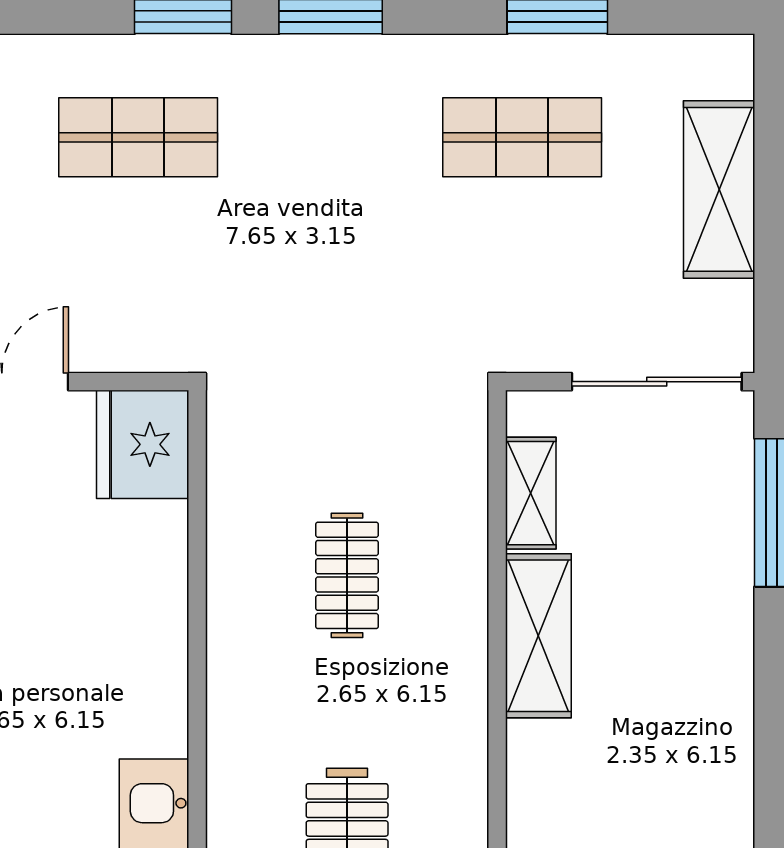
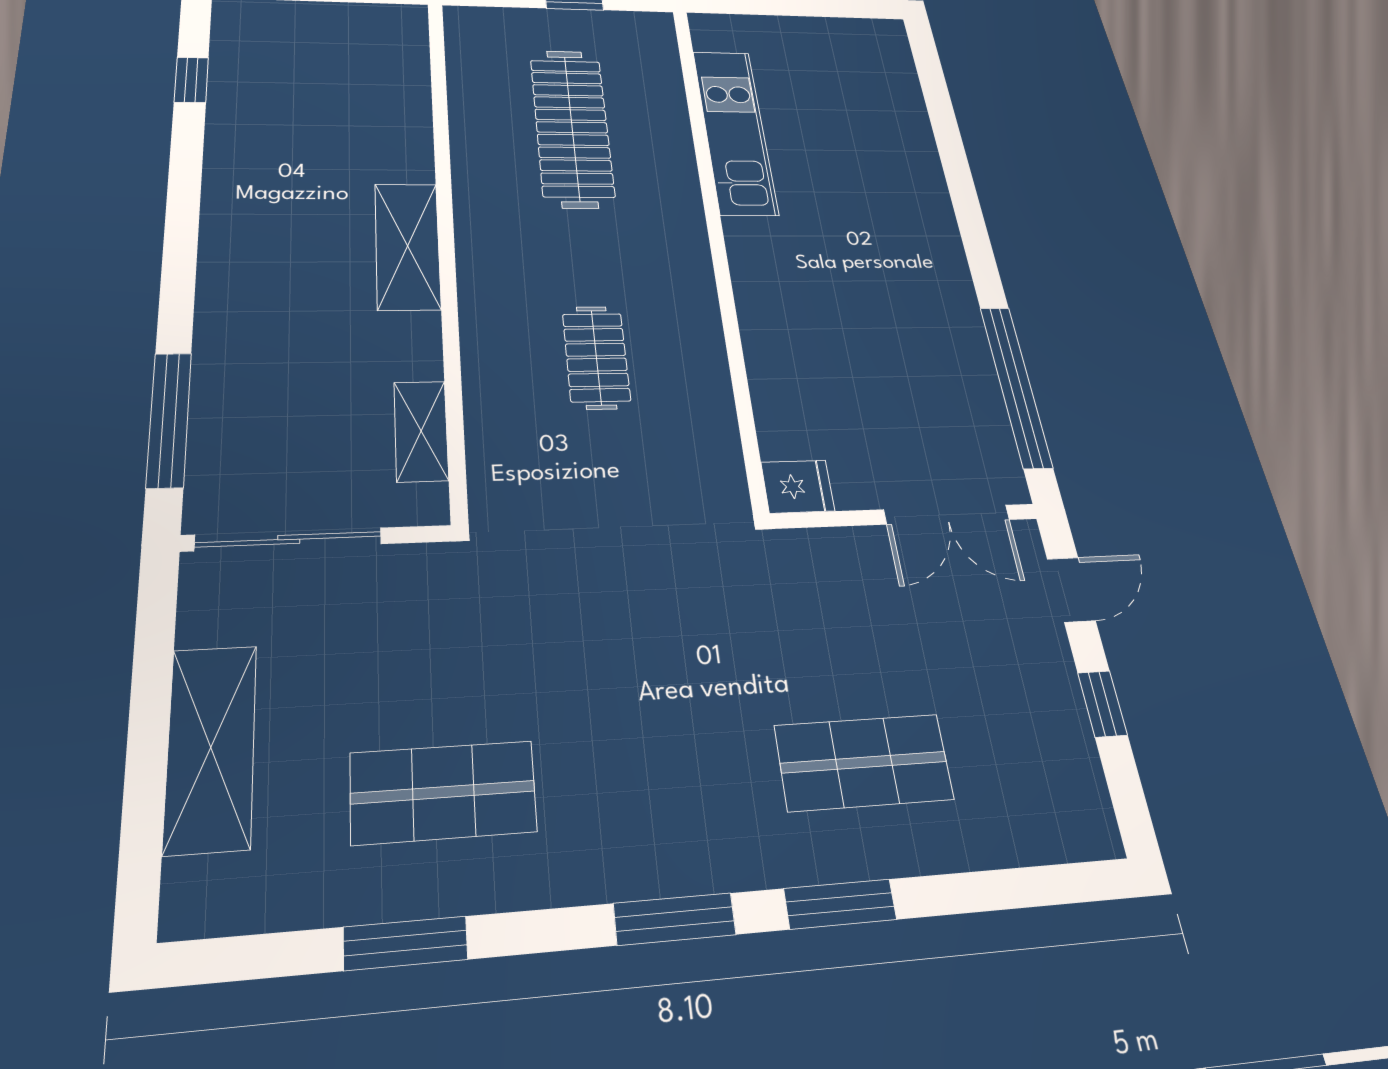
fridge: (143, 444) -> (798, 486), width x0.53, depth x0.75
shelving: (538, 636) -> (408, 246), moved

